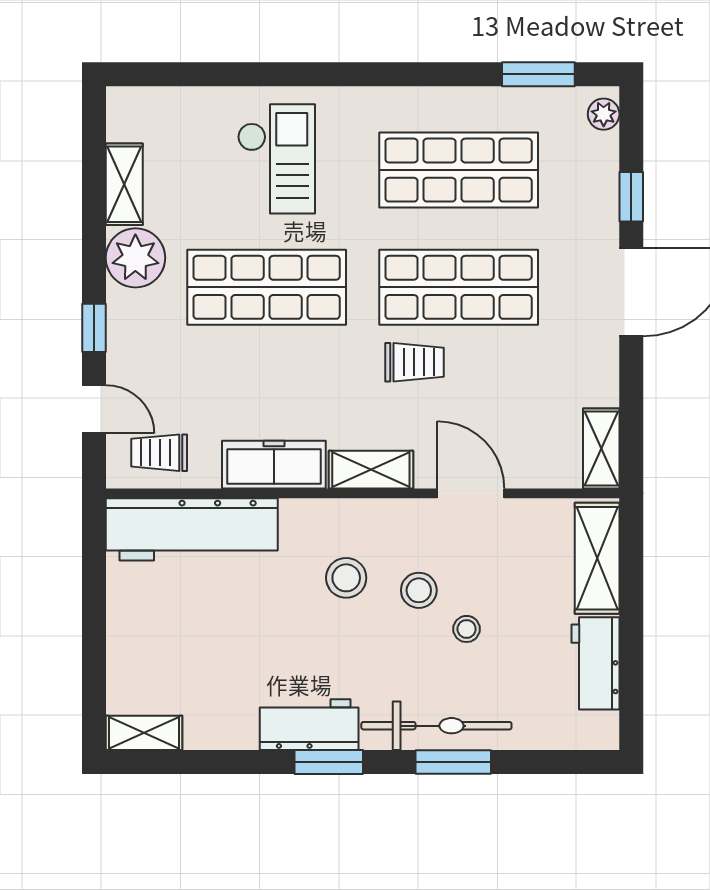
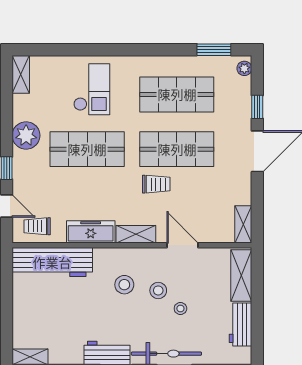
shelving: (124, 184) -> (21, 74), moved

